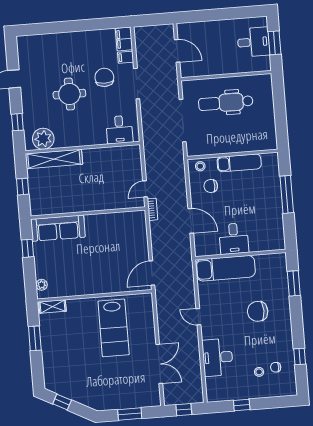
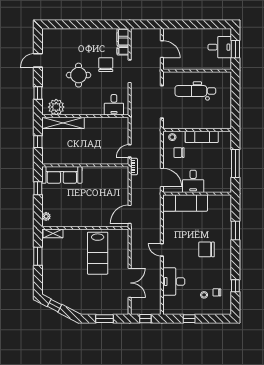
desk: (234, 239) -> (193, 181), moved
wall: (240, 255) -> (197, 194), moved
exam couch: (225, 268) -> (185, 203), moved

